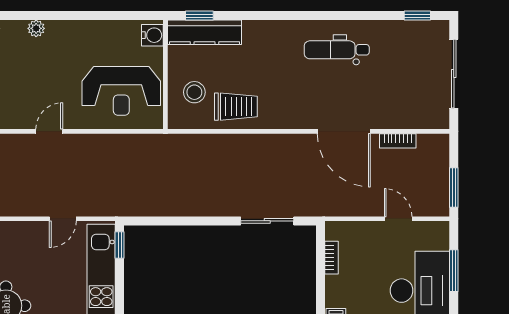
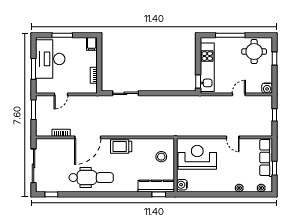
dental chair: (337, 50) -> (91, 178), width x1.36, depth x1.38
trolley: (236, 107) -> (121, 146), moved
door: (49, 131) -> (233, 137), hinge flipped
door: (344, 131) -> (88, 137), swing flipped
door: (63, 219) -> (239, 94), moved
door: (398, 219) -> (61, 94), hinge flipped

